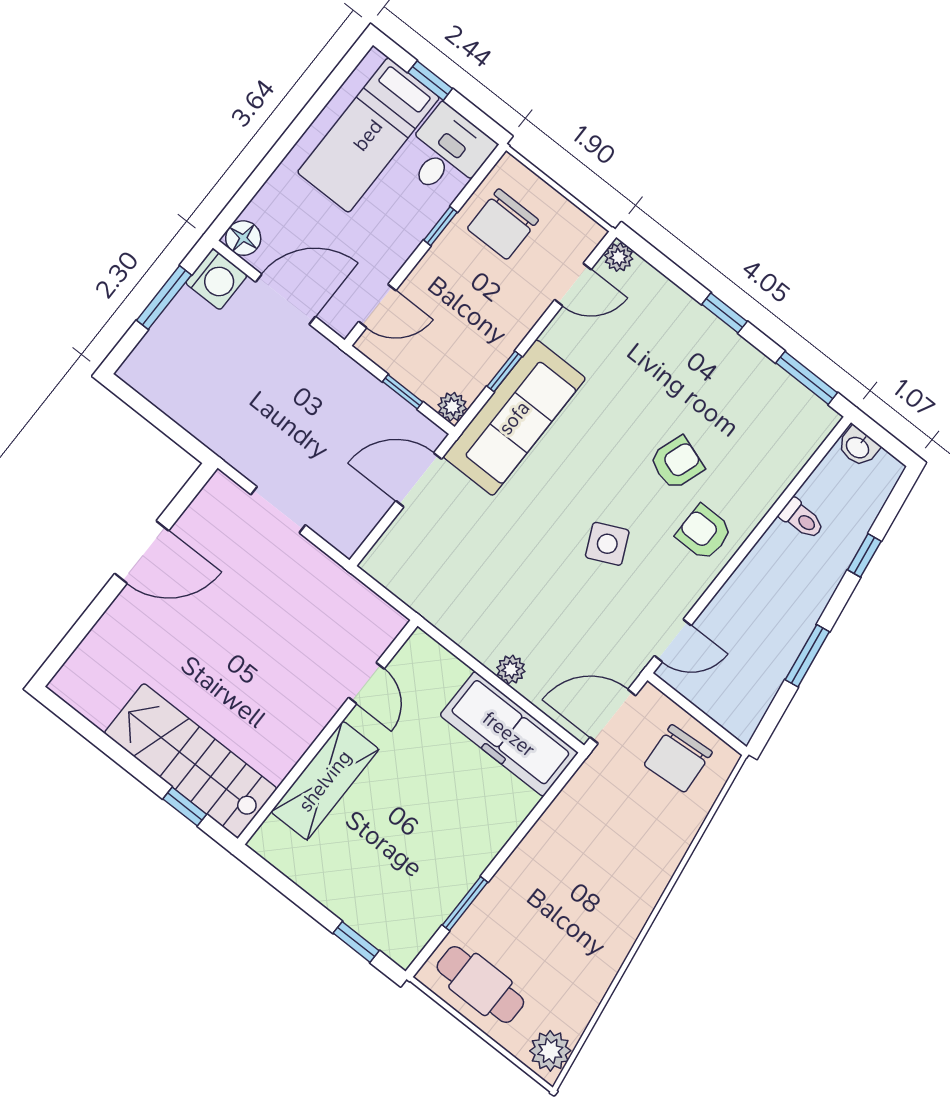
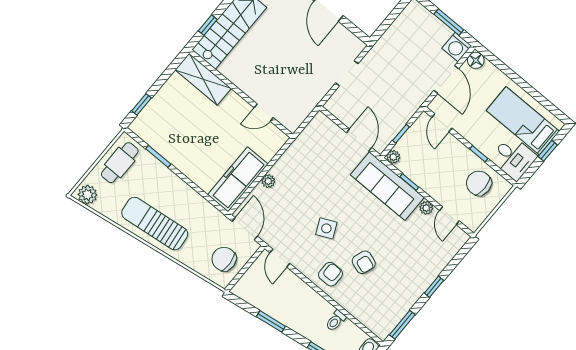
plant: (619, 257) -> (426, 208), moved
shelving: (325, 781) -> (203, 79), moved
sun lounger: (607, 907) -> (155, 224), added

